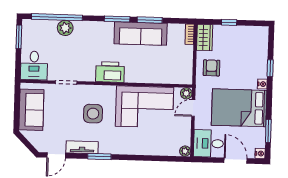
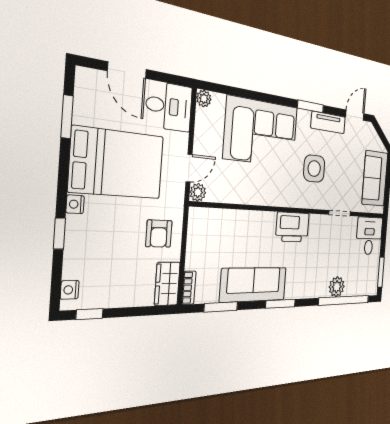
window: (150, 20) -> (221, 307), moved
window: (229, 22) -> (90, 314), moved
corner sofa: (145, 107) -> (261, 132), moved, turned 180
nightstand: (260, 153) -> (70, 290), moved

